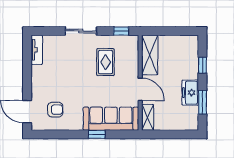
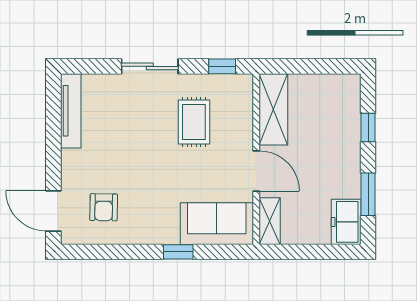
tv unit: (37, 50) -> (71, 111), width x1.41
freezer: (190, 93) -> (346, 222), moved
armchair: (55, 110) -> (104, 207), turned 91
sofa: (111, 119) -> (217, 224), width x0.73

